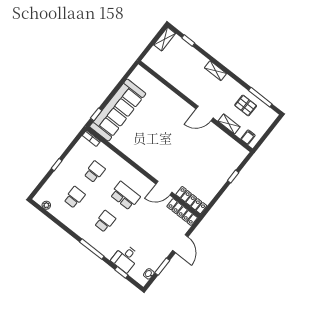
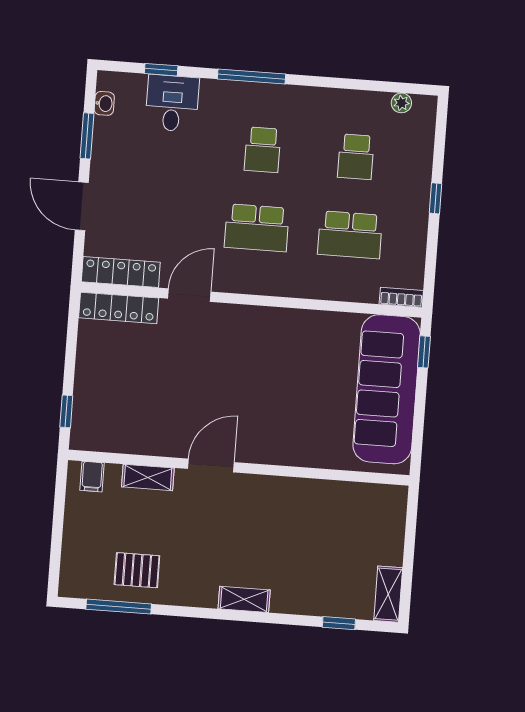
wall: (195, 106) -> (239, 468), moved
door: (204, 113) -> (211, 466), moved
shelving: (229, 124) -> (148, 477), moved
filing cabinet: (248, 137) -> (92, 477), moved
school desk: (95, 172) -> (350, 235), width x1.85

